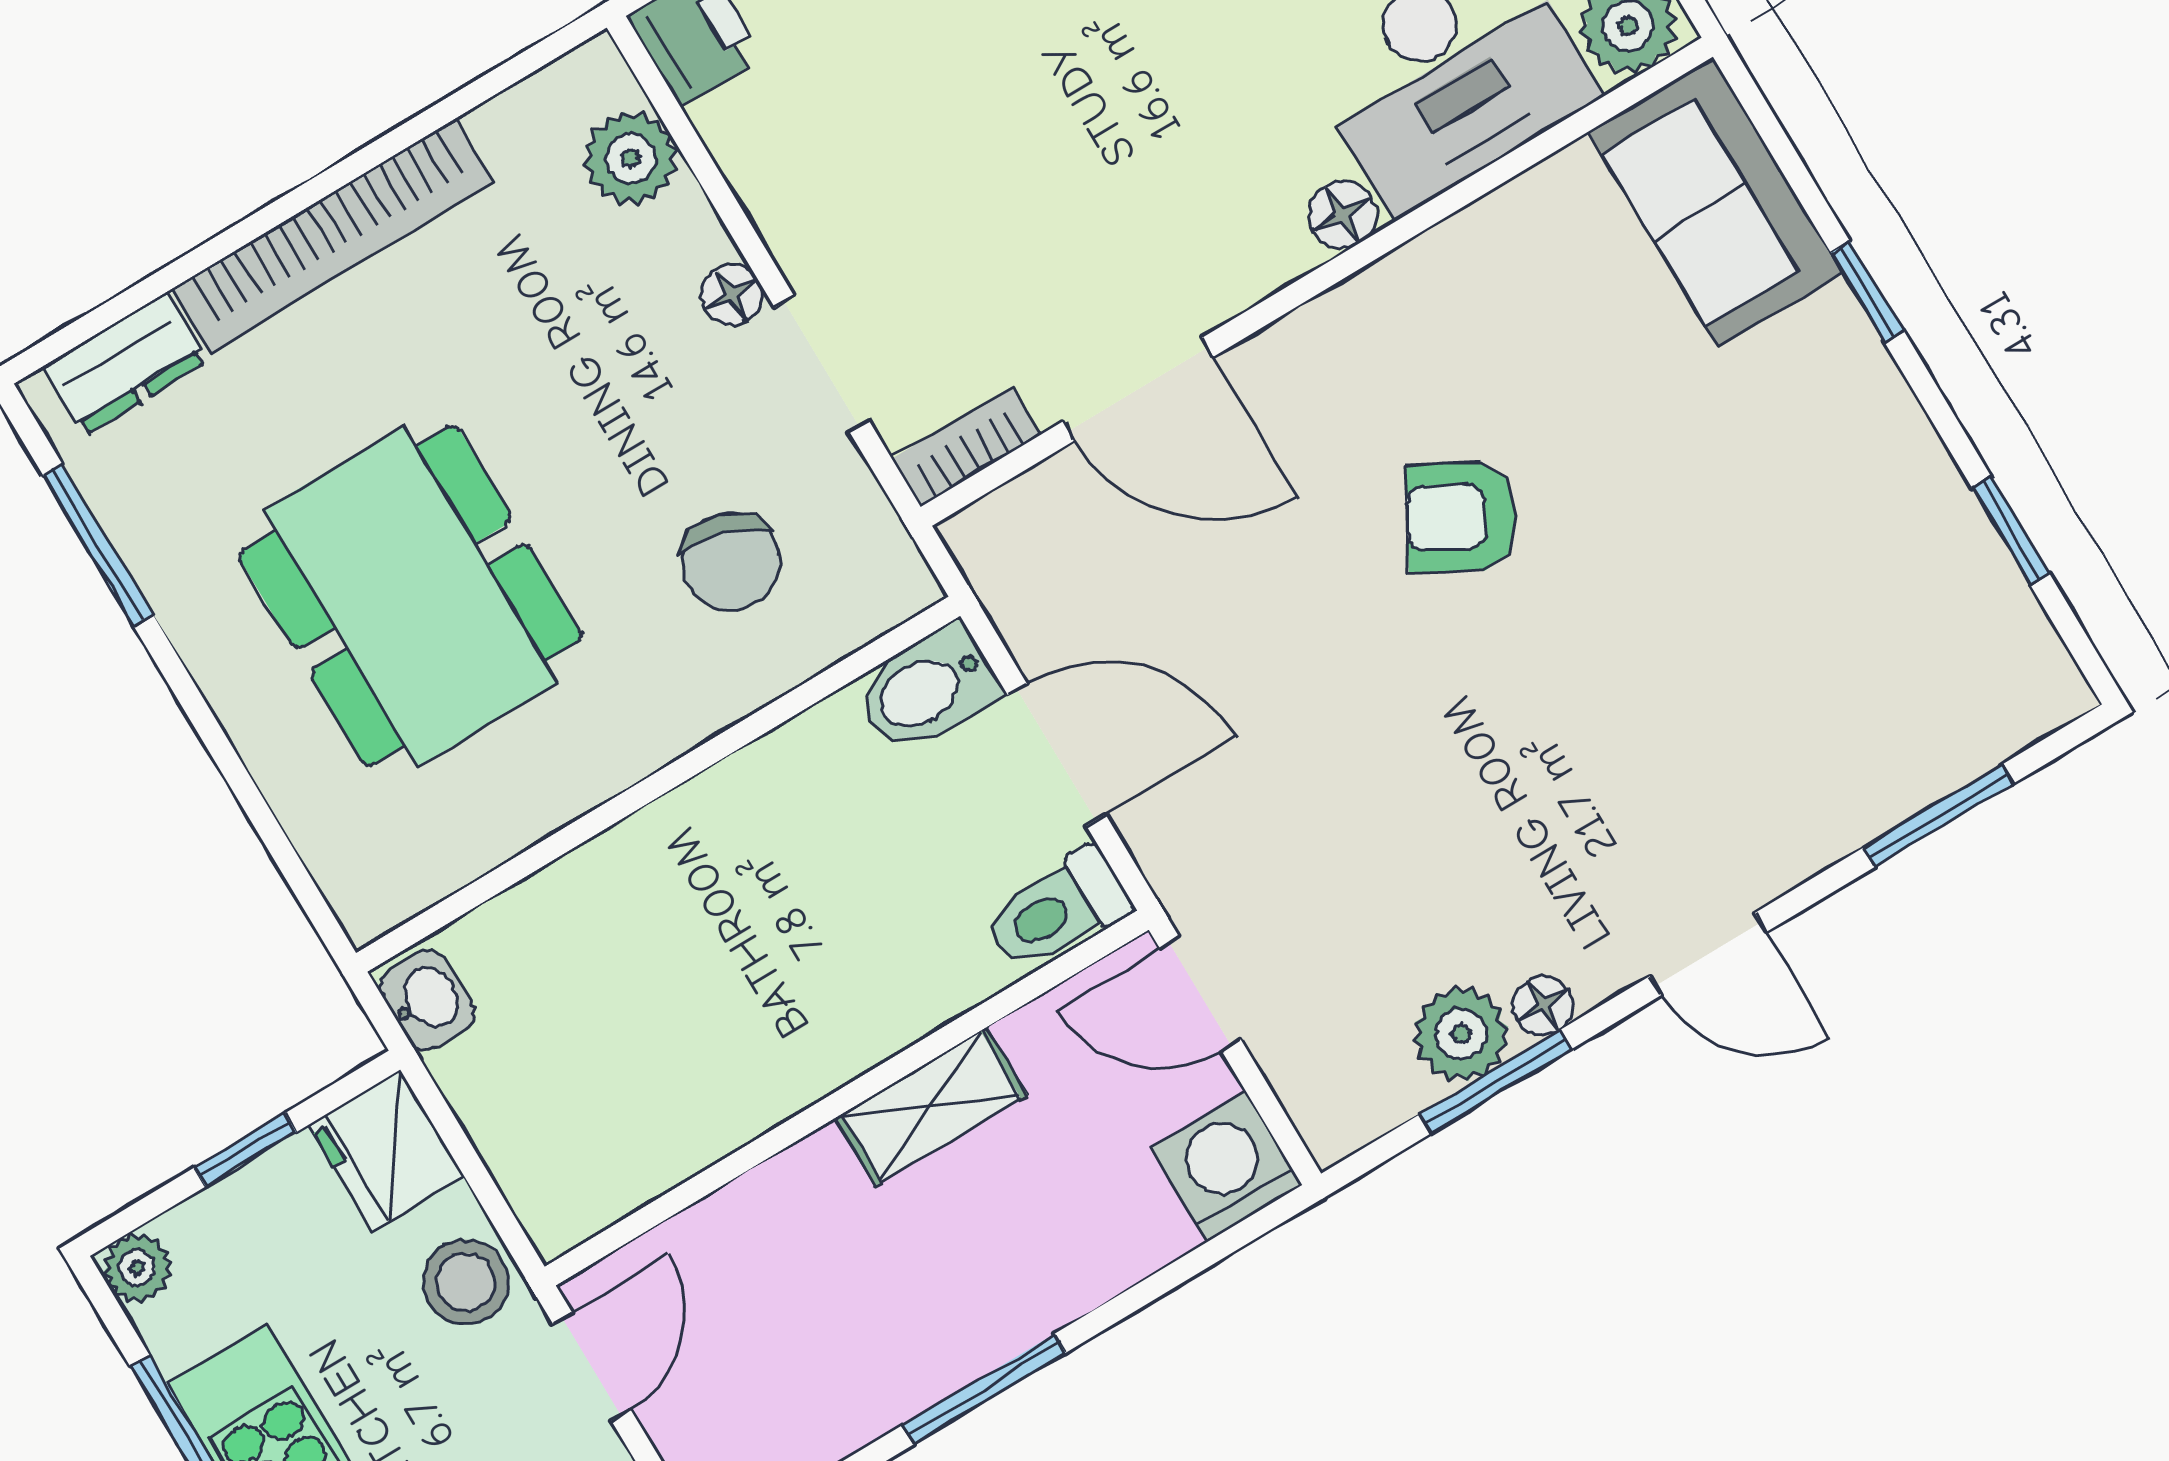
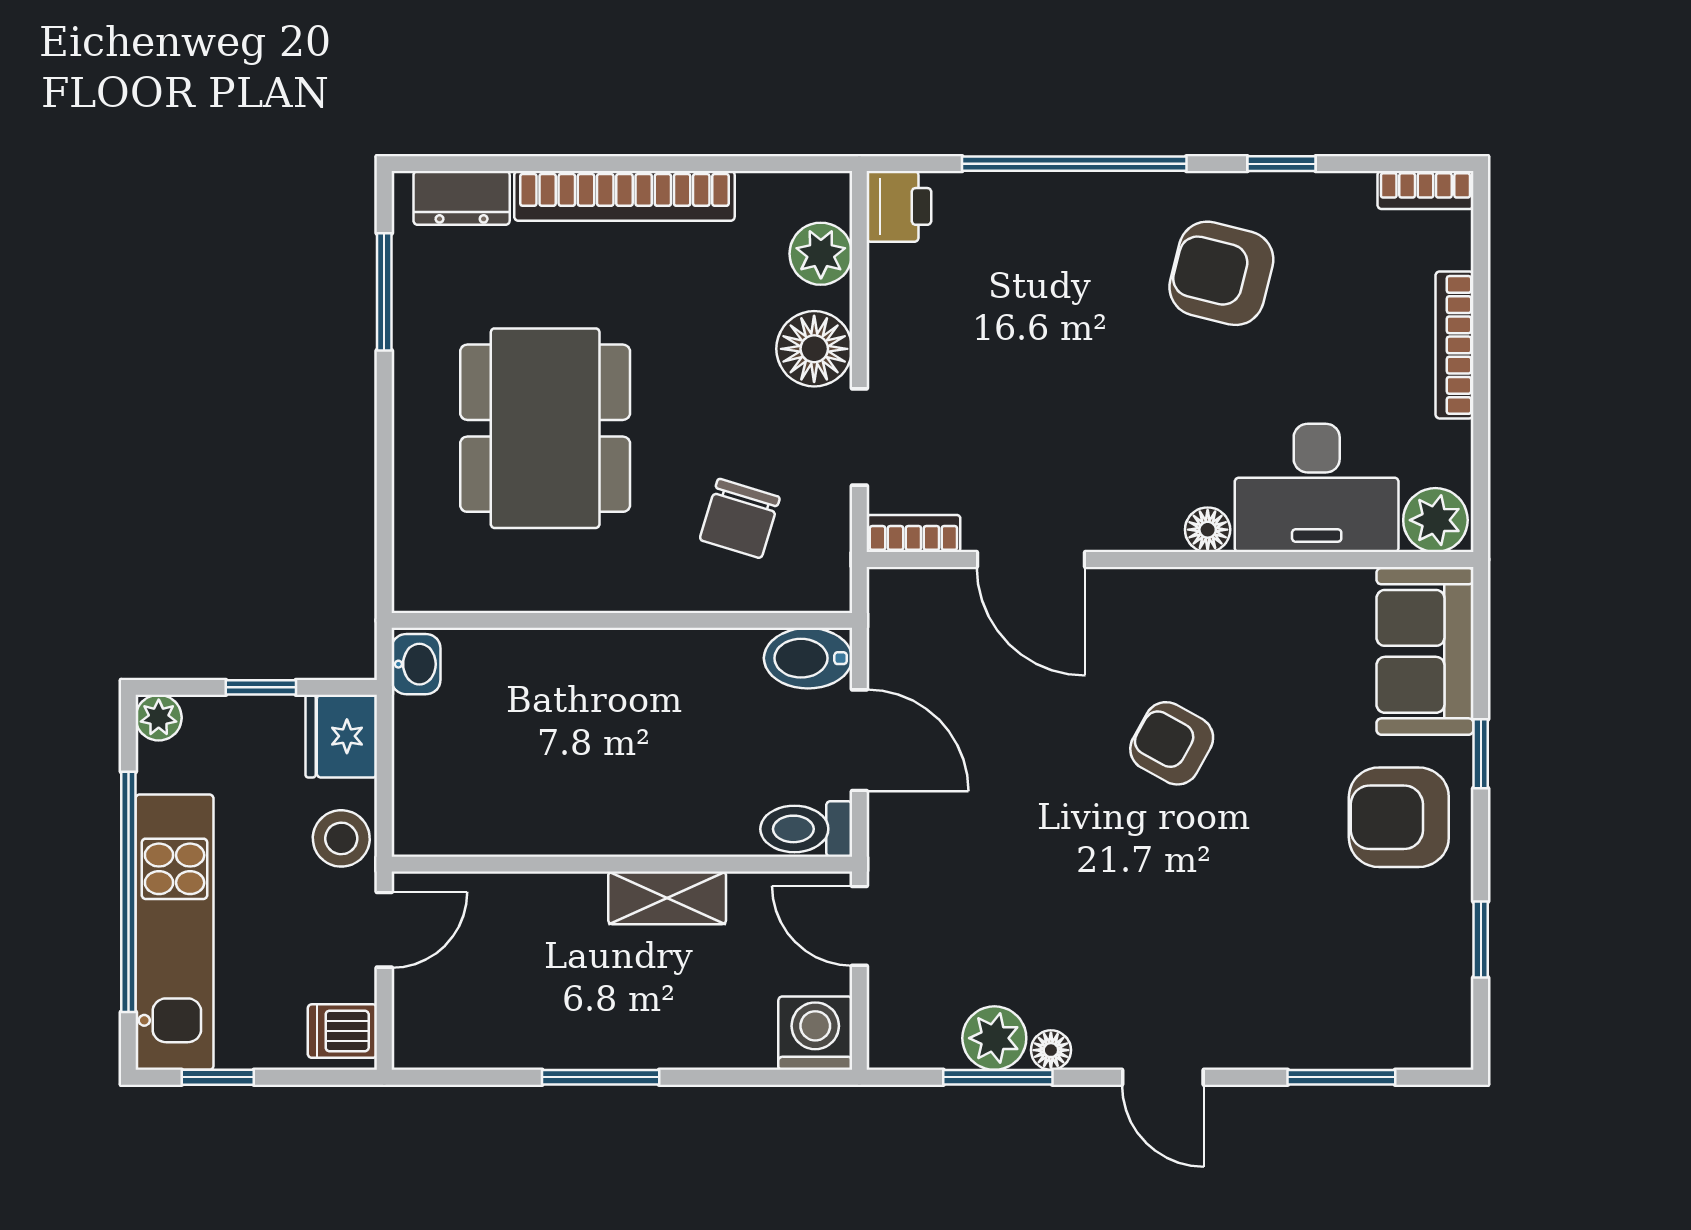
floor lamp: (732, 295) -> (814, 349), width x1.89, depth x1.89
armchair: (1811, 437) -> (1399, 817), added

